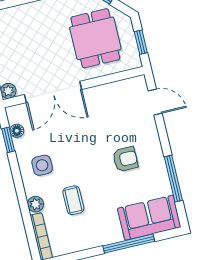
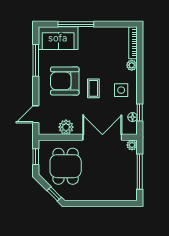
plant: (108, 94) -> (66, 127), added
door: (155, 102) -> (36, 114), hinge flipped
armchair: (125, 159) -> (65, 81), width x1.88, depth x1.88
coffee table: (73, 200) -> (93, 88), moved

